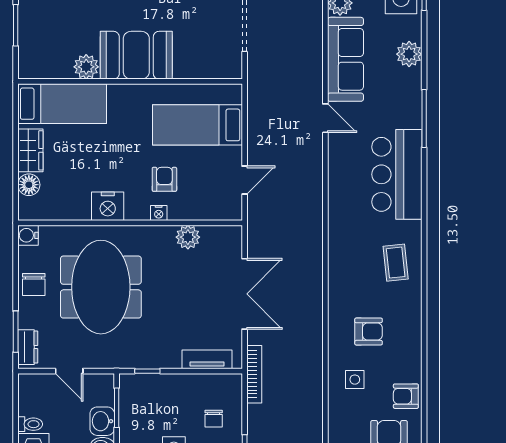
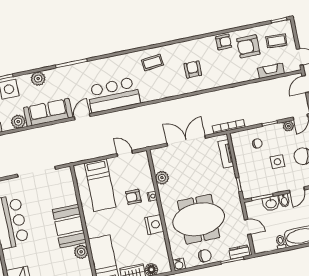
bar counter: (397, 174) -> (114, 95), moved, turned 180
door: (69, 371) -> (248, 227), hinge flipped
side table: (355, 380) -> (220, 72), removed
armchair: (406, 396) -> (224, 42), turned -90

